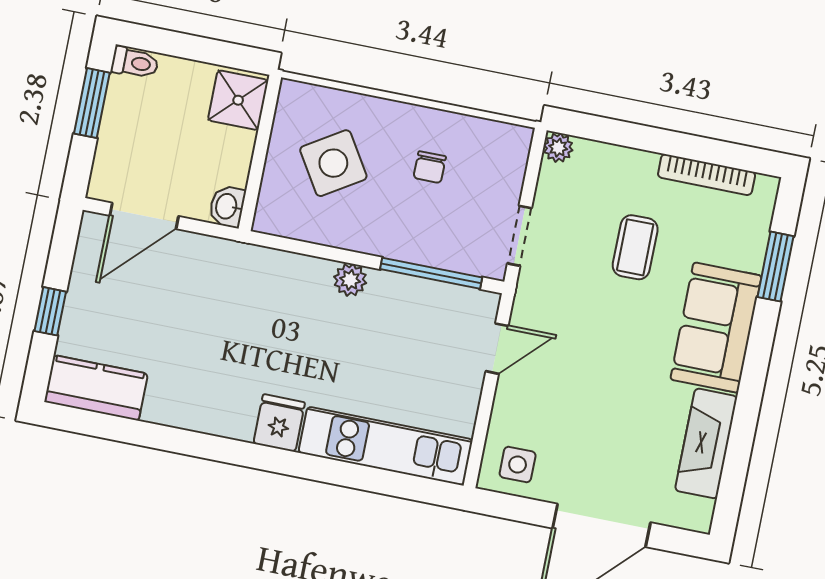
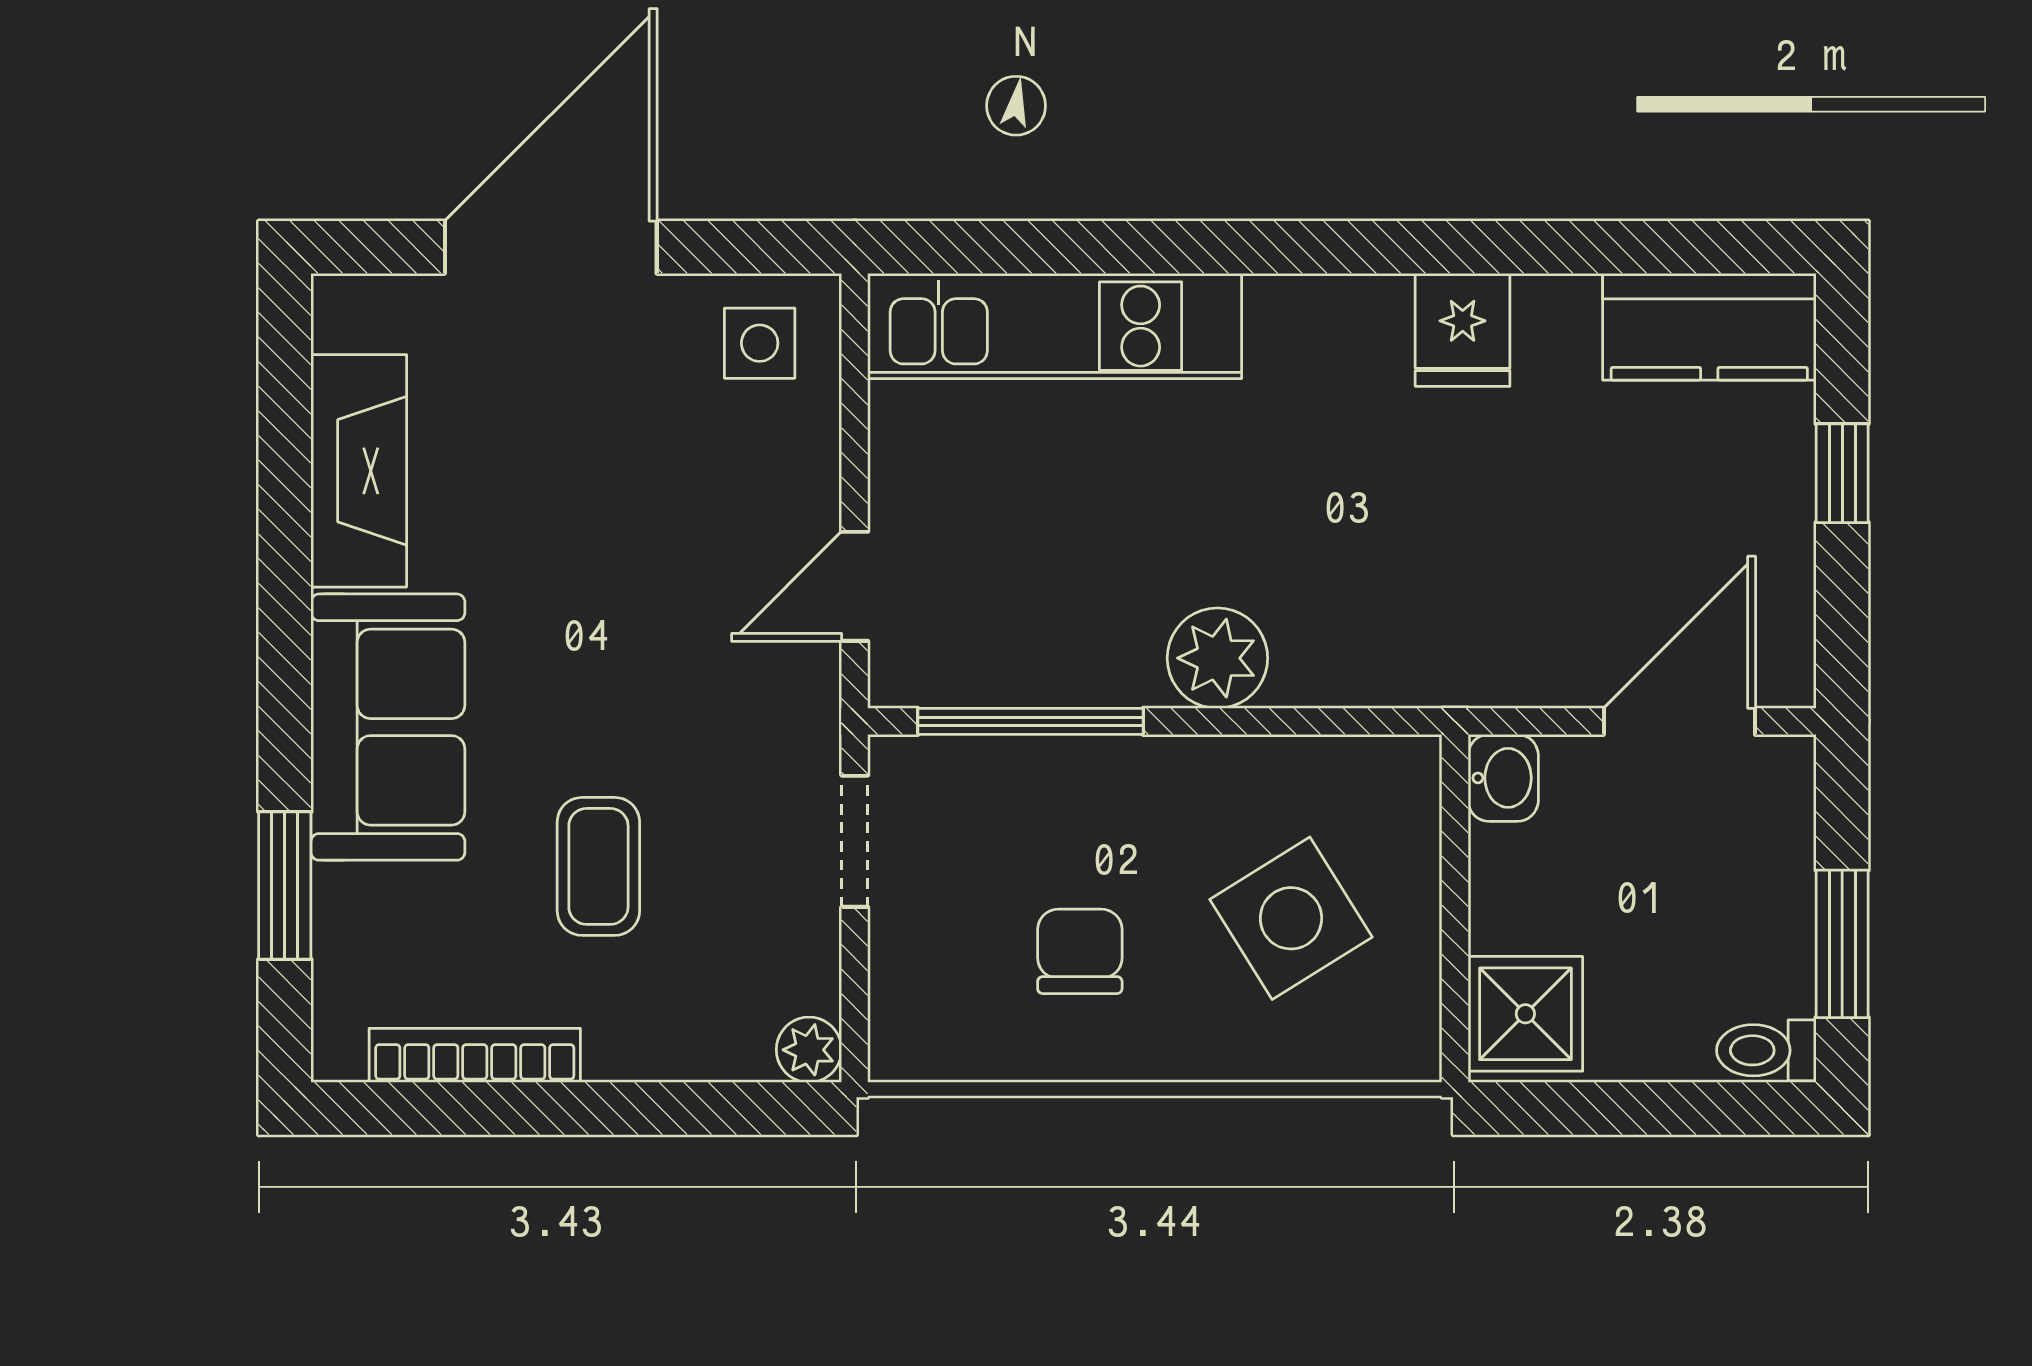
chair: (430, 167) -> (1080, 951), width x1.37, depth x1.37
plant: (350, 280) -> (1217, 658), width x1.38, depth x1.38
fridge: (279, 423) -> (1463, 330), moved

